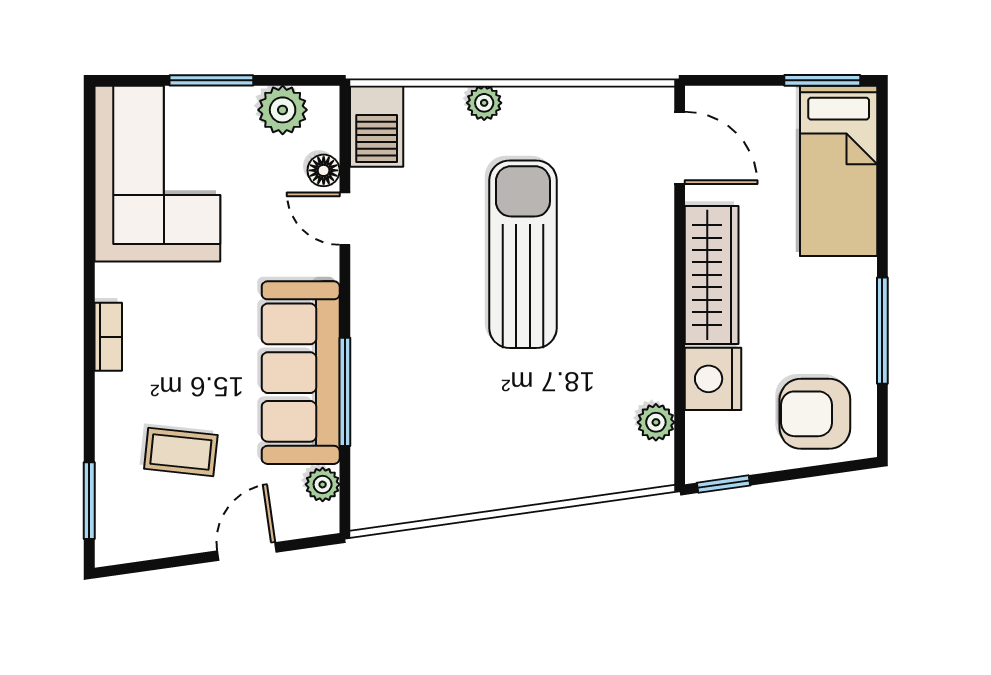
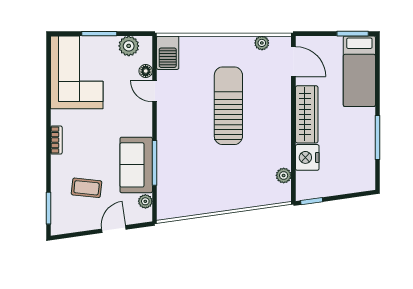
plant: (484, 103) -> (262, 43), moved
sofa: (301, 373) -> (136, 165), width x0.73
armchair: (815, 414) -> (350, 172), removed

